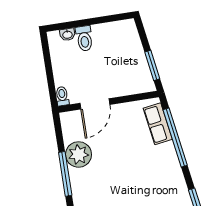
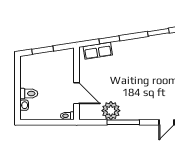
window: (152, 65) -> (43, 50), moved
window: (175, 137) -> (109, 40), width x0.47

